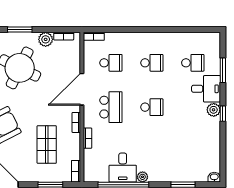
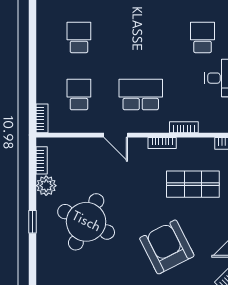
window: (20, 30) -> (33, 222), width x0.67
door: (82, 89) -> (116, 135), width x0.53
school desk: (152, 107) -> (203, 37), moved

